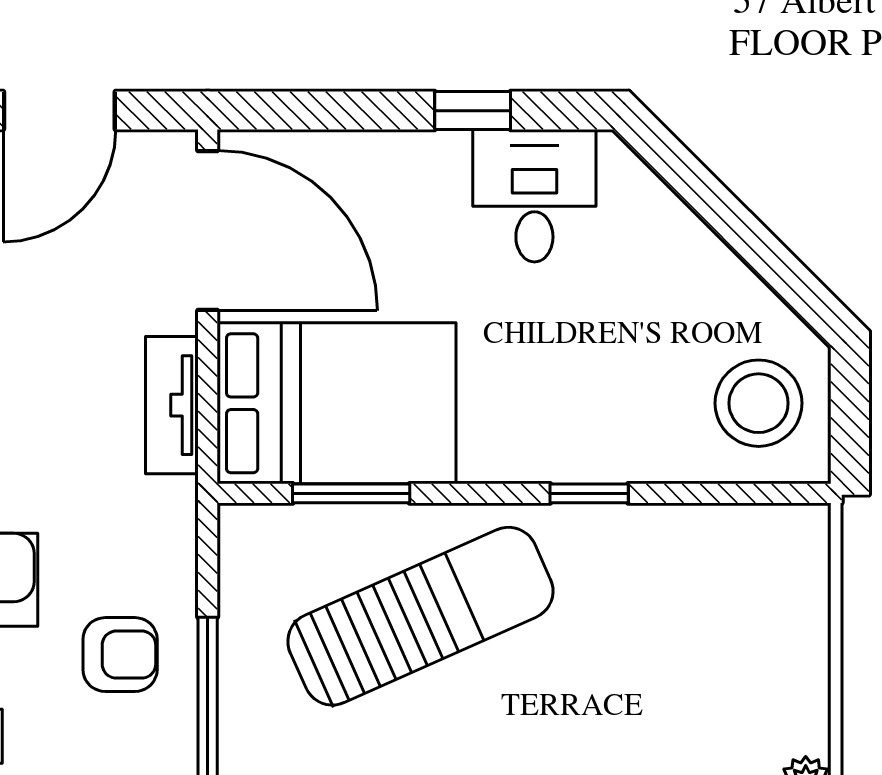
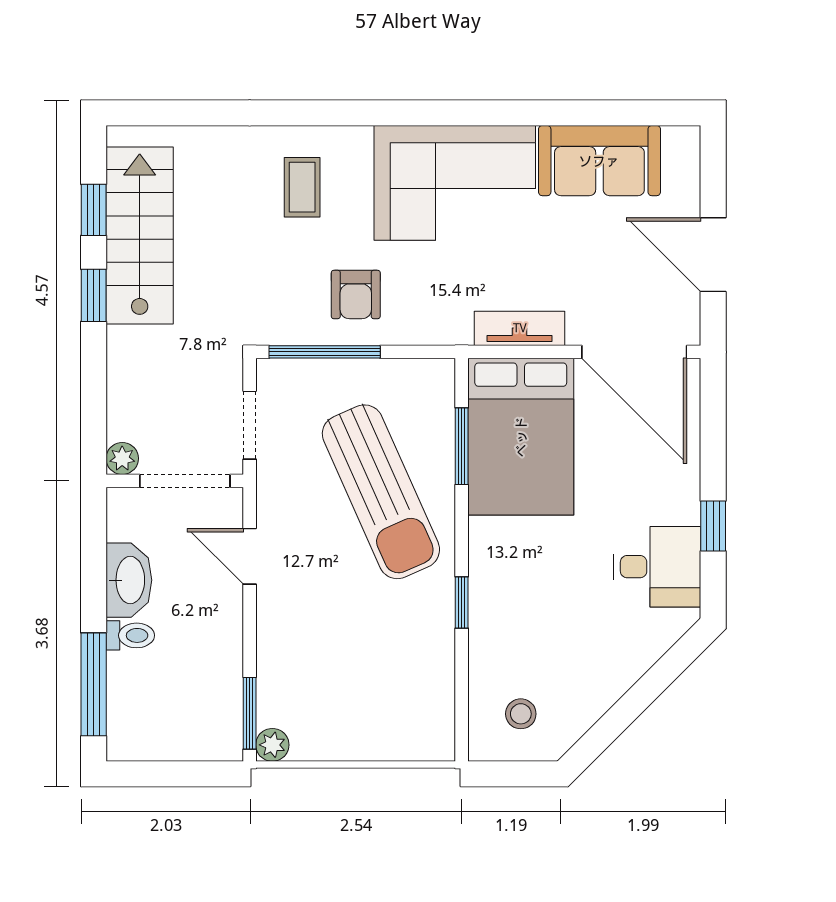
door: (208, 230) -> (634, 352), hinge flipped
stool: (759, 403) -> (521, 714), width x0.53, depth x0.53

